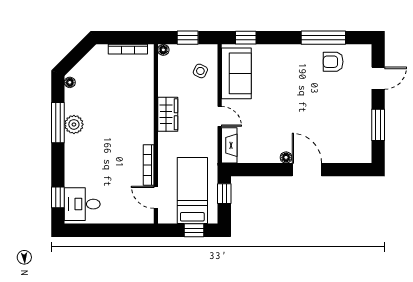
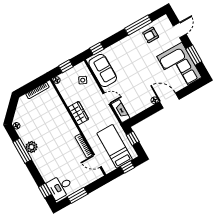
corner sofa: (348, 130) -> (179, 67), added
window: (100, 230) -> (78, 195), added

